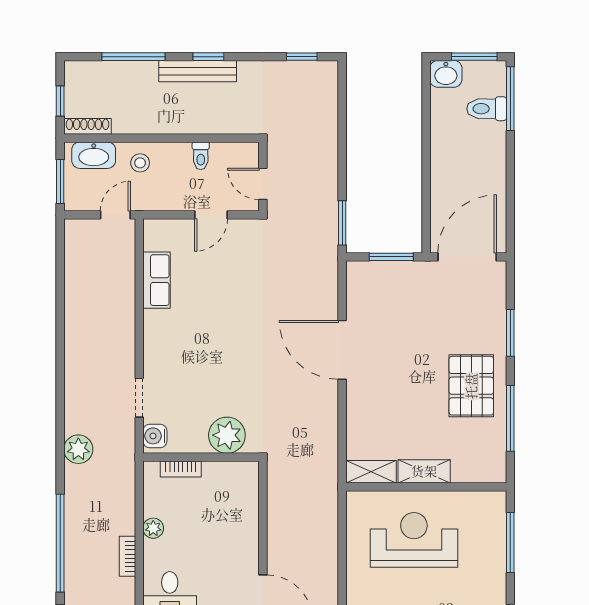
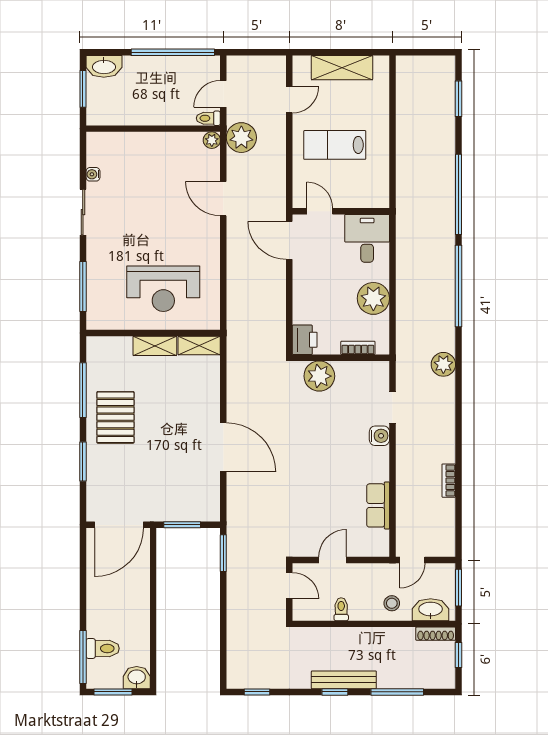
water cooler: (155, 436) -> (379, 436), moved
printer: (245, 479) -> (305, 340), added
plant: (153, 528) -> (373, 298), width x1.87, depth x1.87
bookcase: (128, 556) -> (449, 481), moved, turned 180

